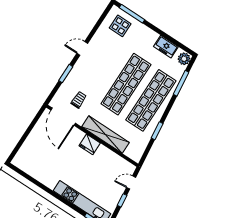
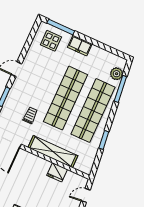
freezer: (166, 47) -> (80, 46), moved
plant: (184, 59) -> (117, 74), moved
trolley: (79, 100) -> (30, 115), moved
fridge: (90, 144) -> (57, 172), moved

